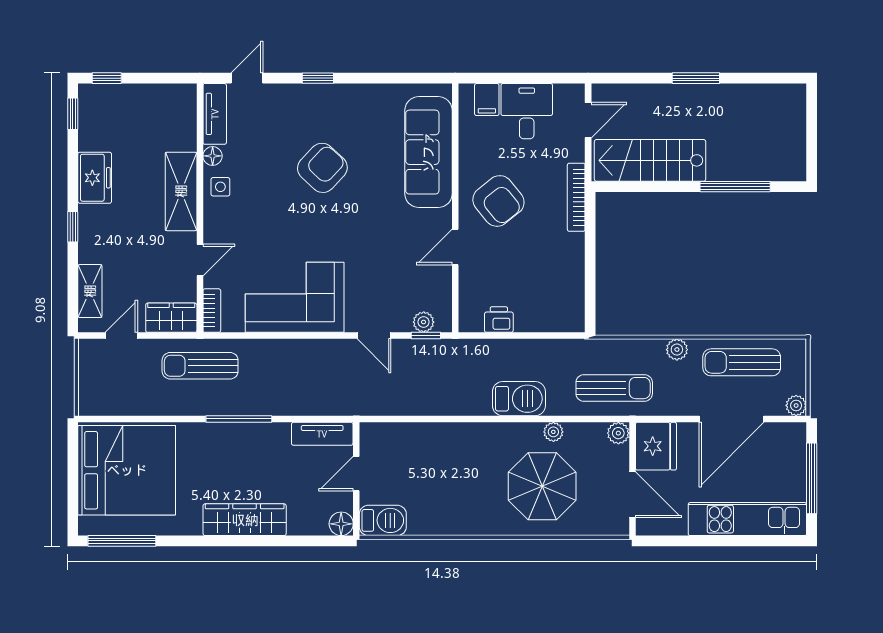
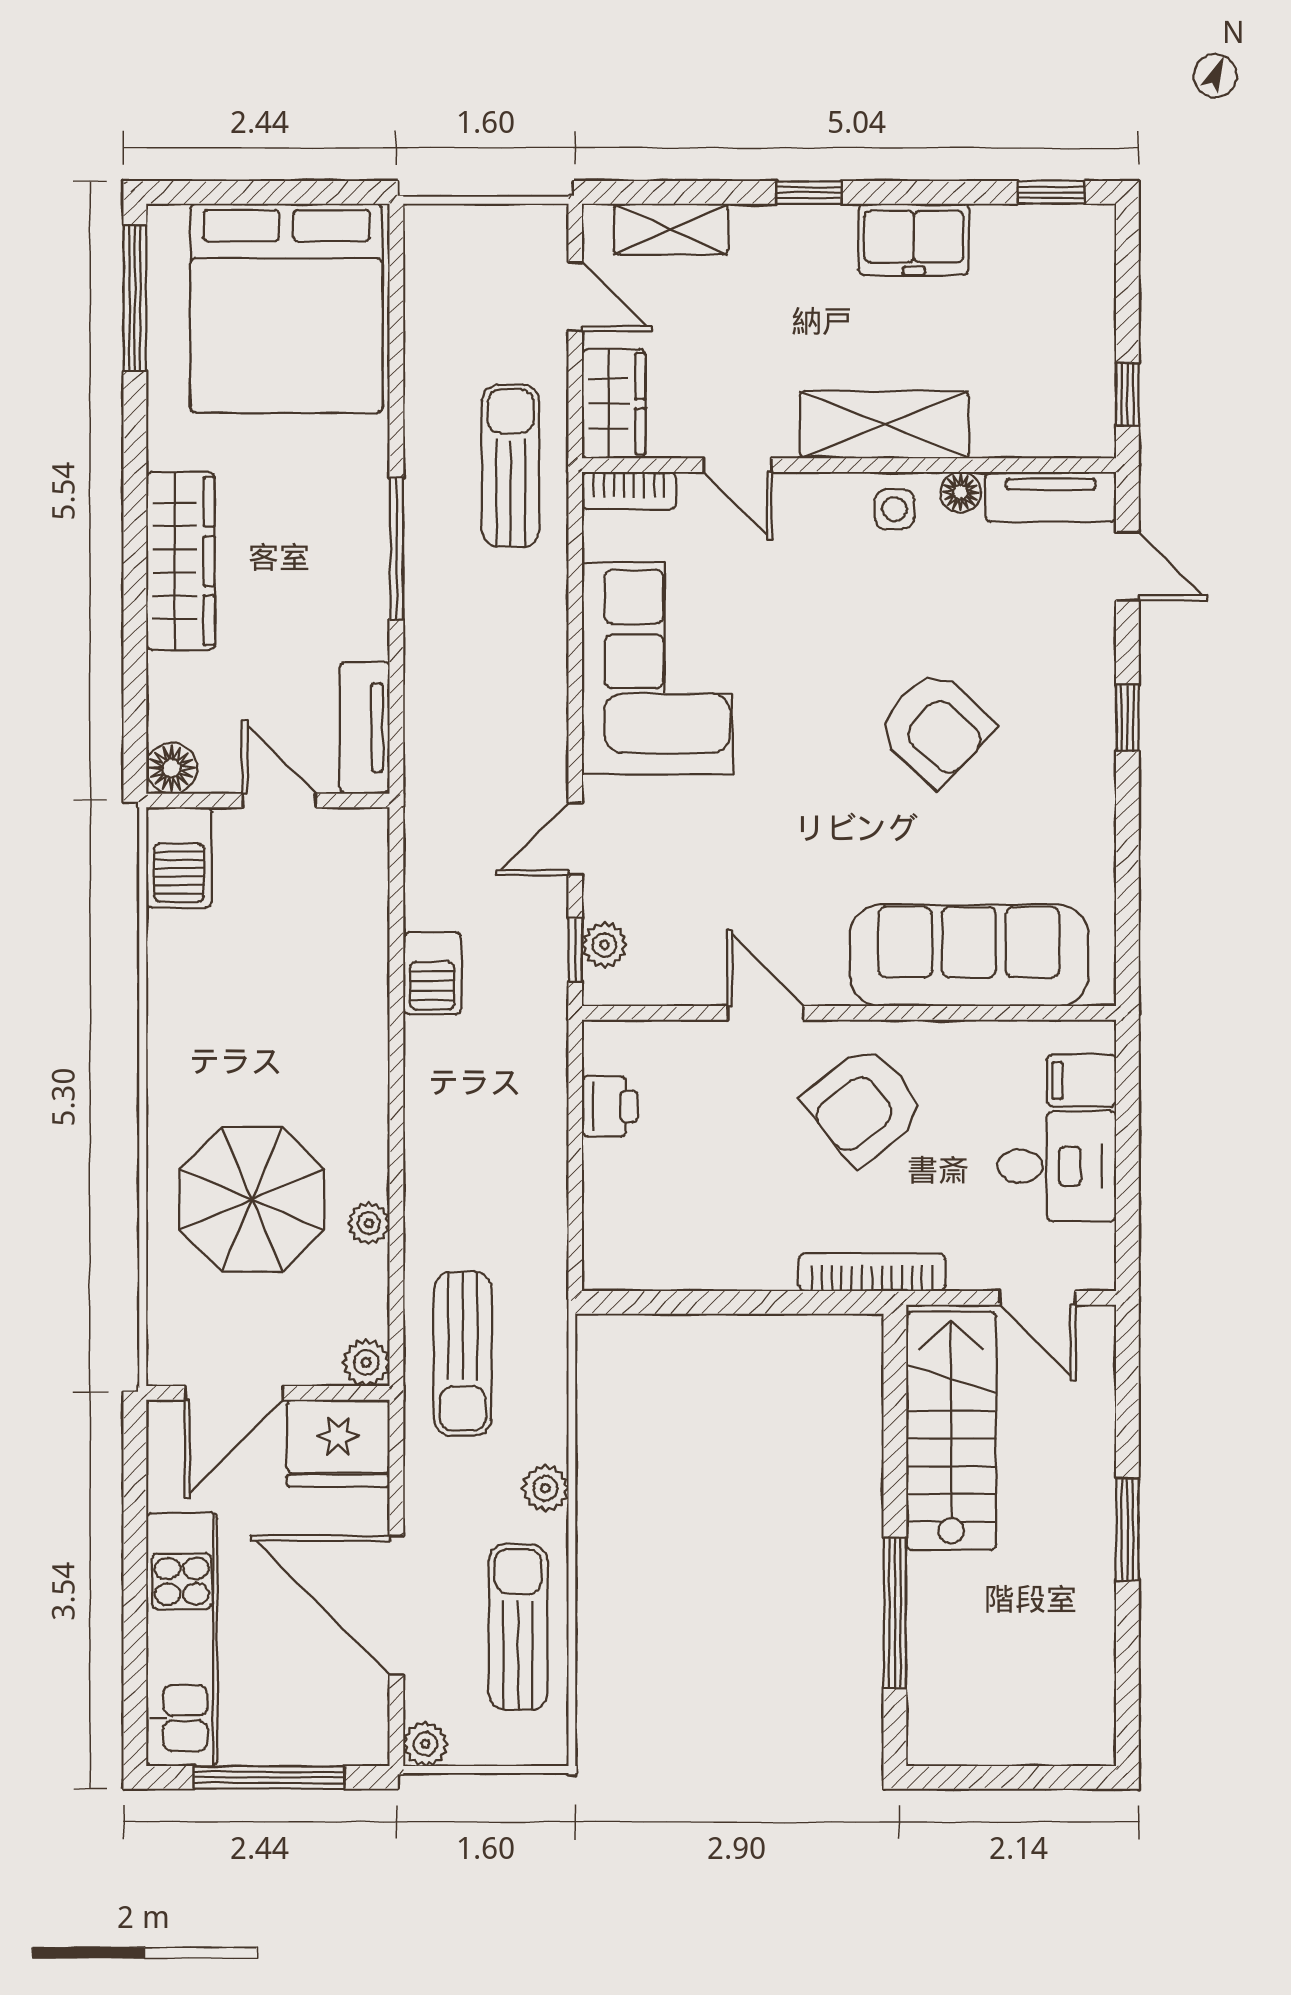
window: (107, 78) -> (1127, 394), moved
barbecue: (519, 399) -> (432, 973), moved, width x0.73, depth x0.79

